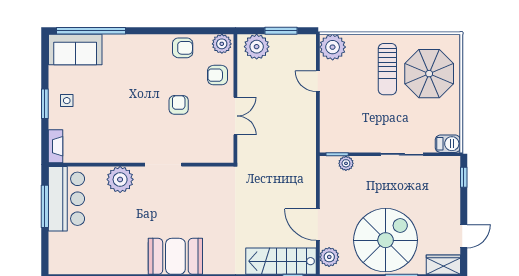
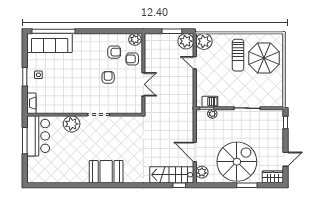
plant: (257, 47) -> (186, 41), moved
armchair: (183, 48) -> (114, 52), moved
sofa: (75, 49) -> (50, 43), width x1.36
barbecue: (448, 144) -> (210, 102), moved

